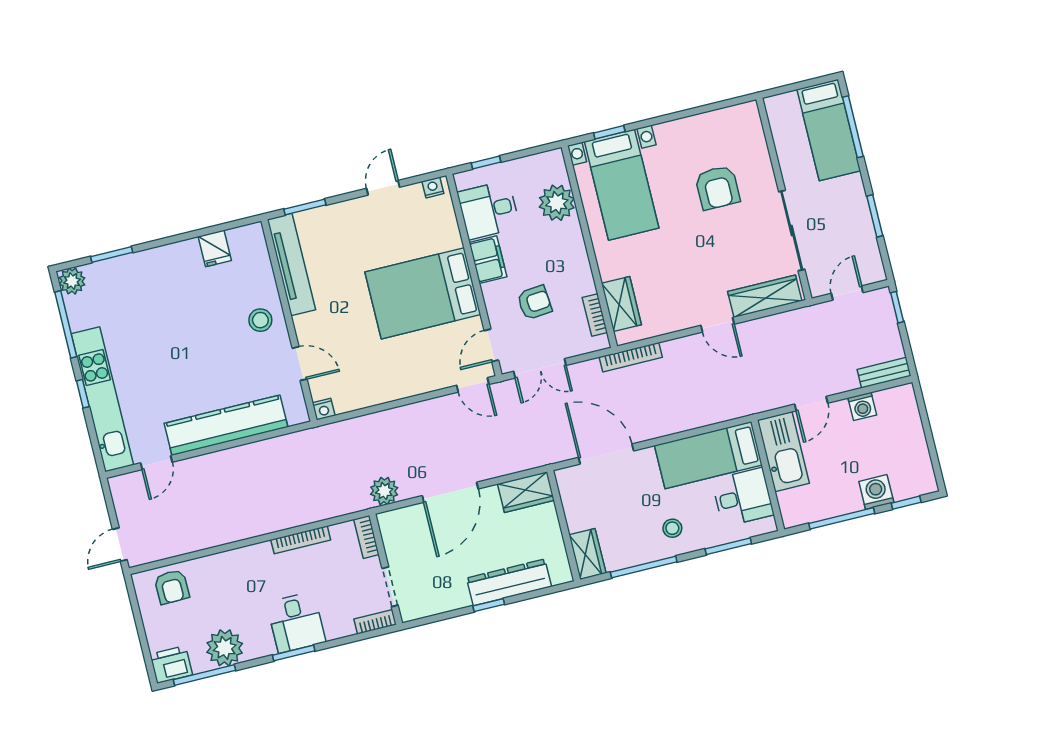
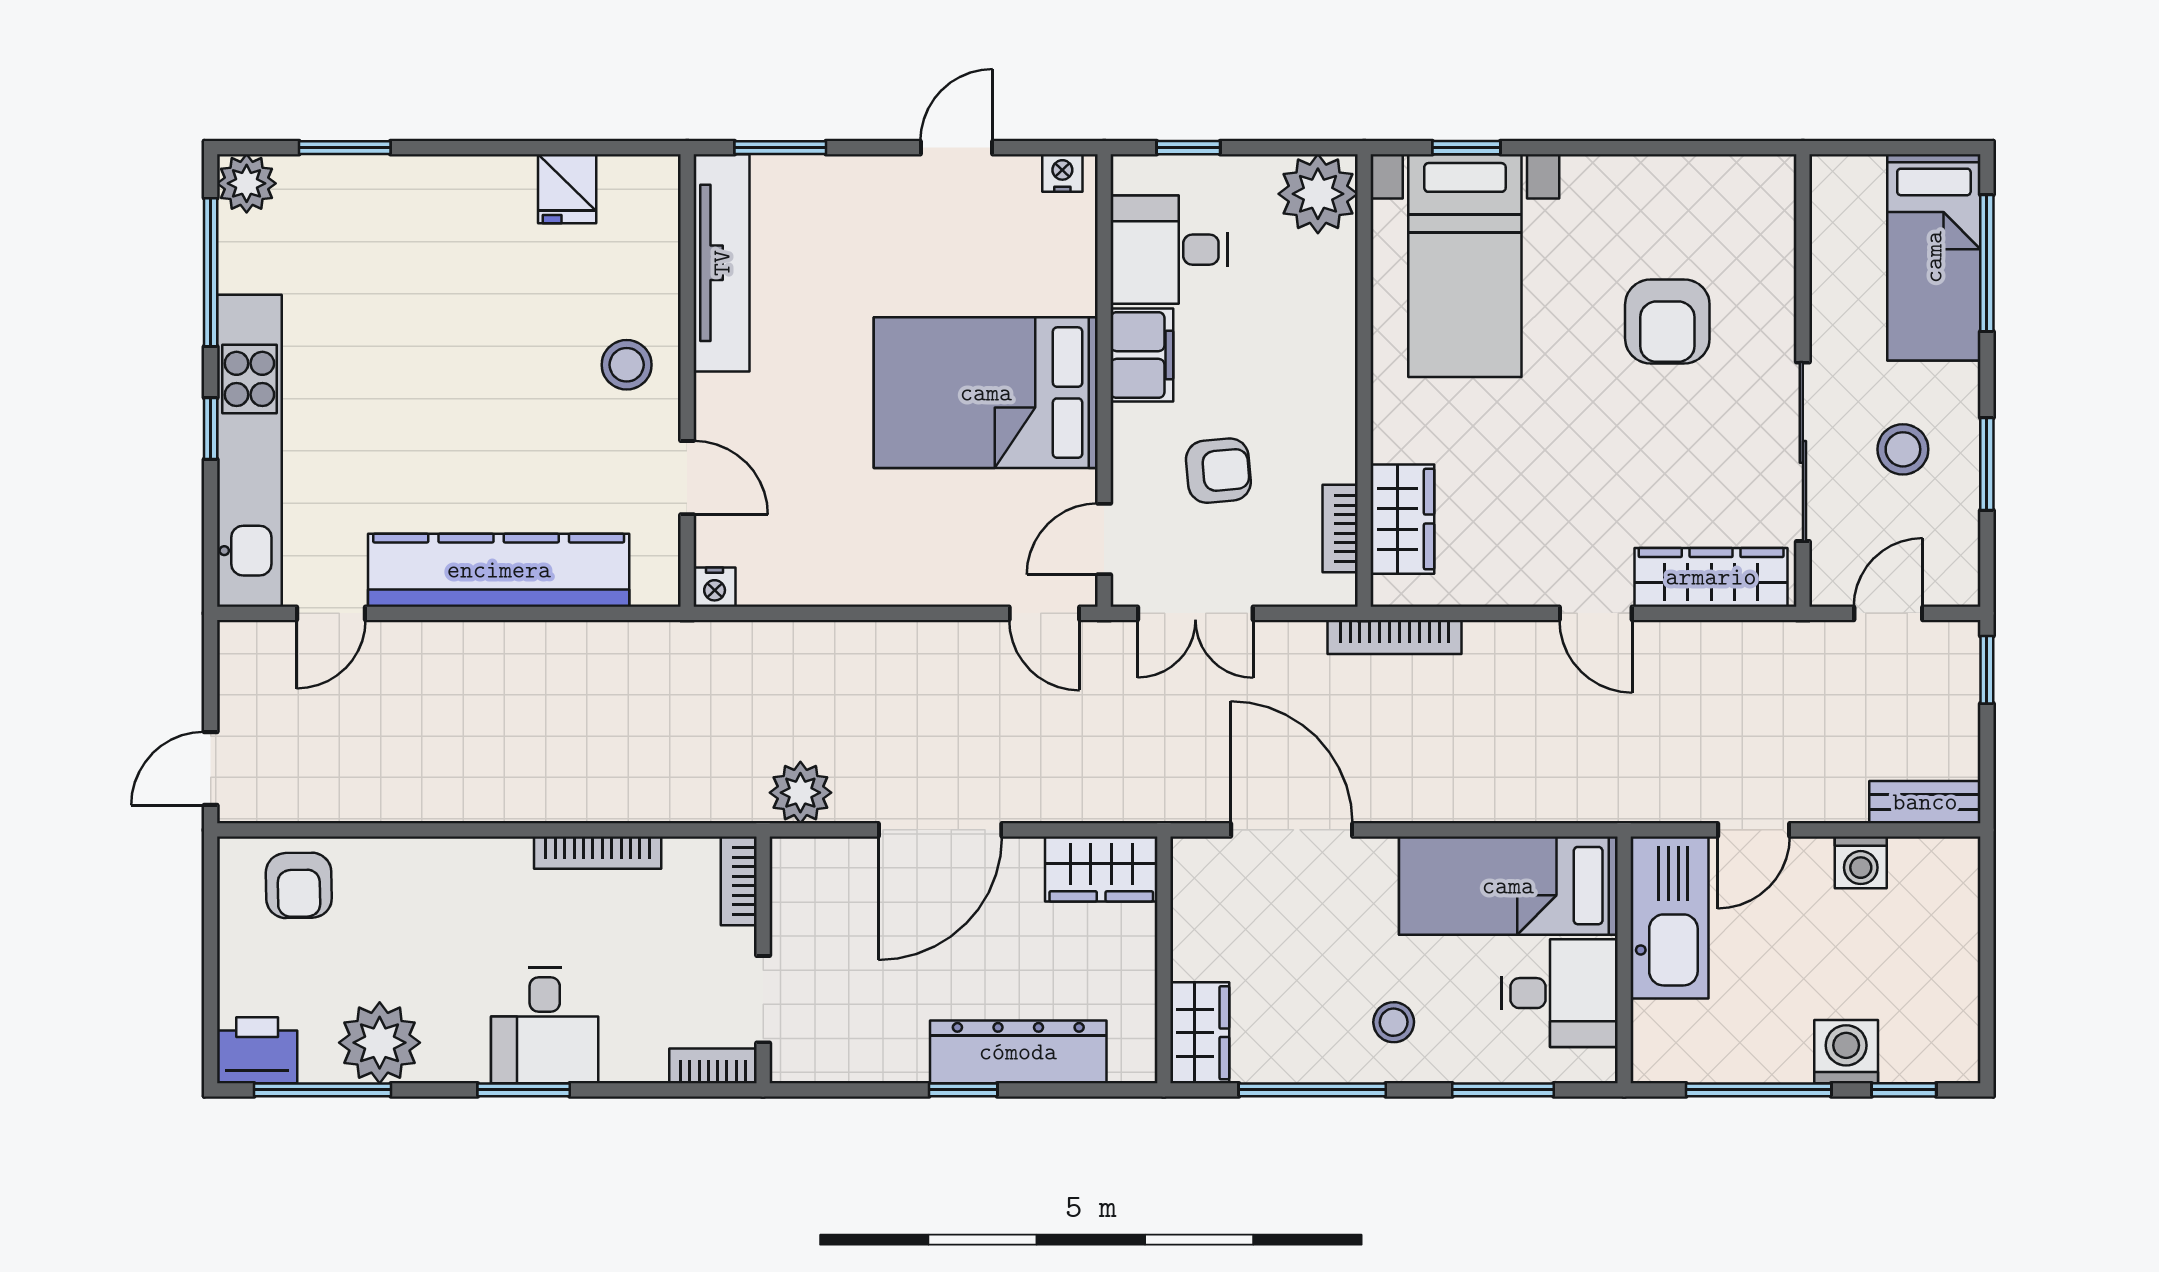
plant: (557, 203) -> (1318, 194), moved
stool: (836, 219) -> (1903, 449), added

